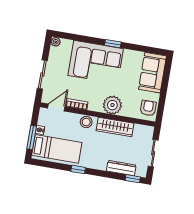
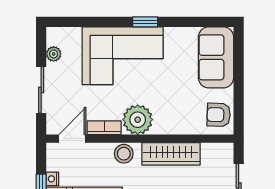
plant: (56, 42) -> (54, 54), moved
plant: (112, 105) -> (138, 120), moved
armchair: (148, 108) -> (219, 115), turned -88

